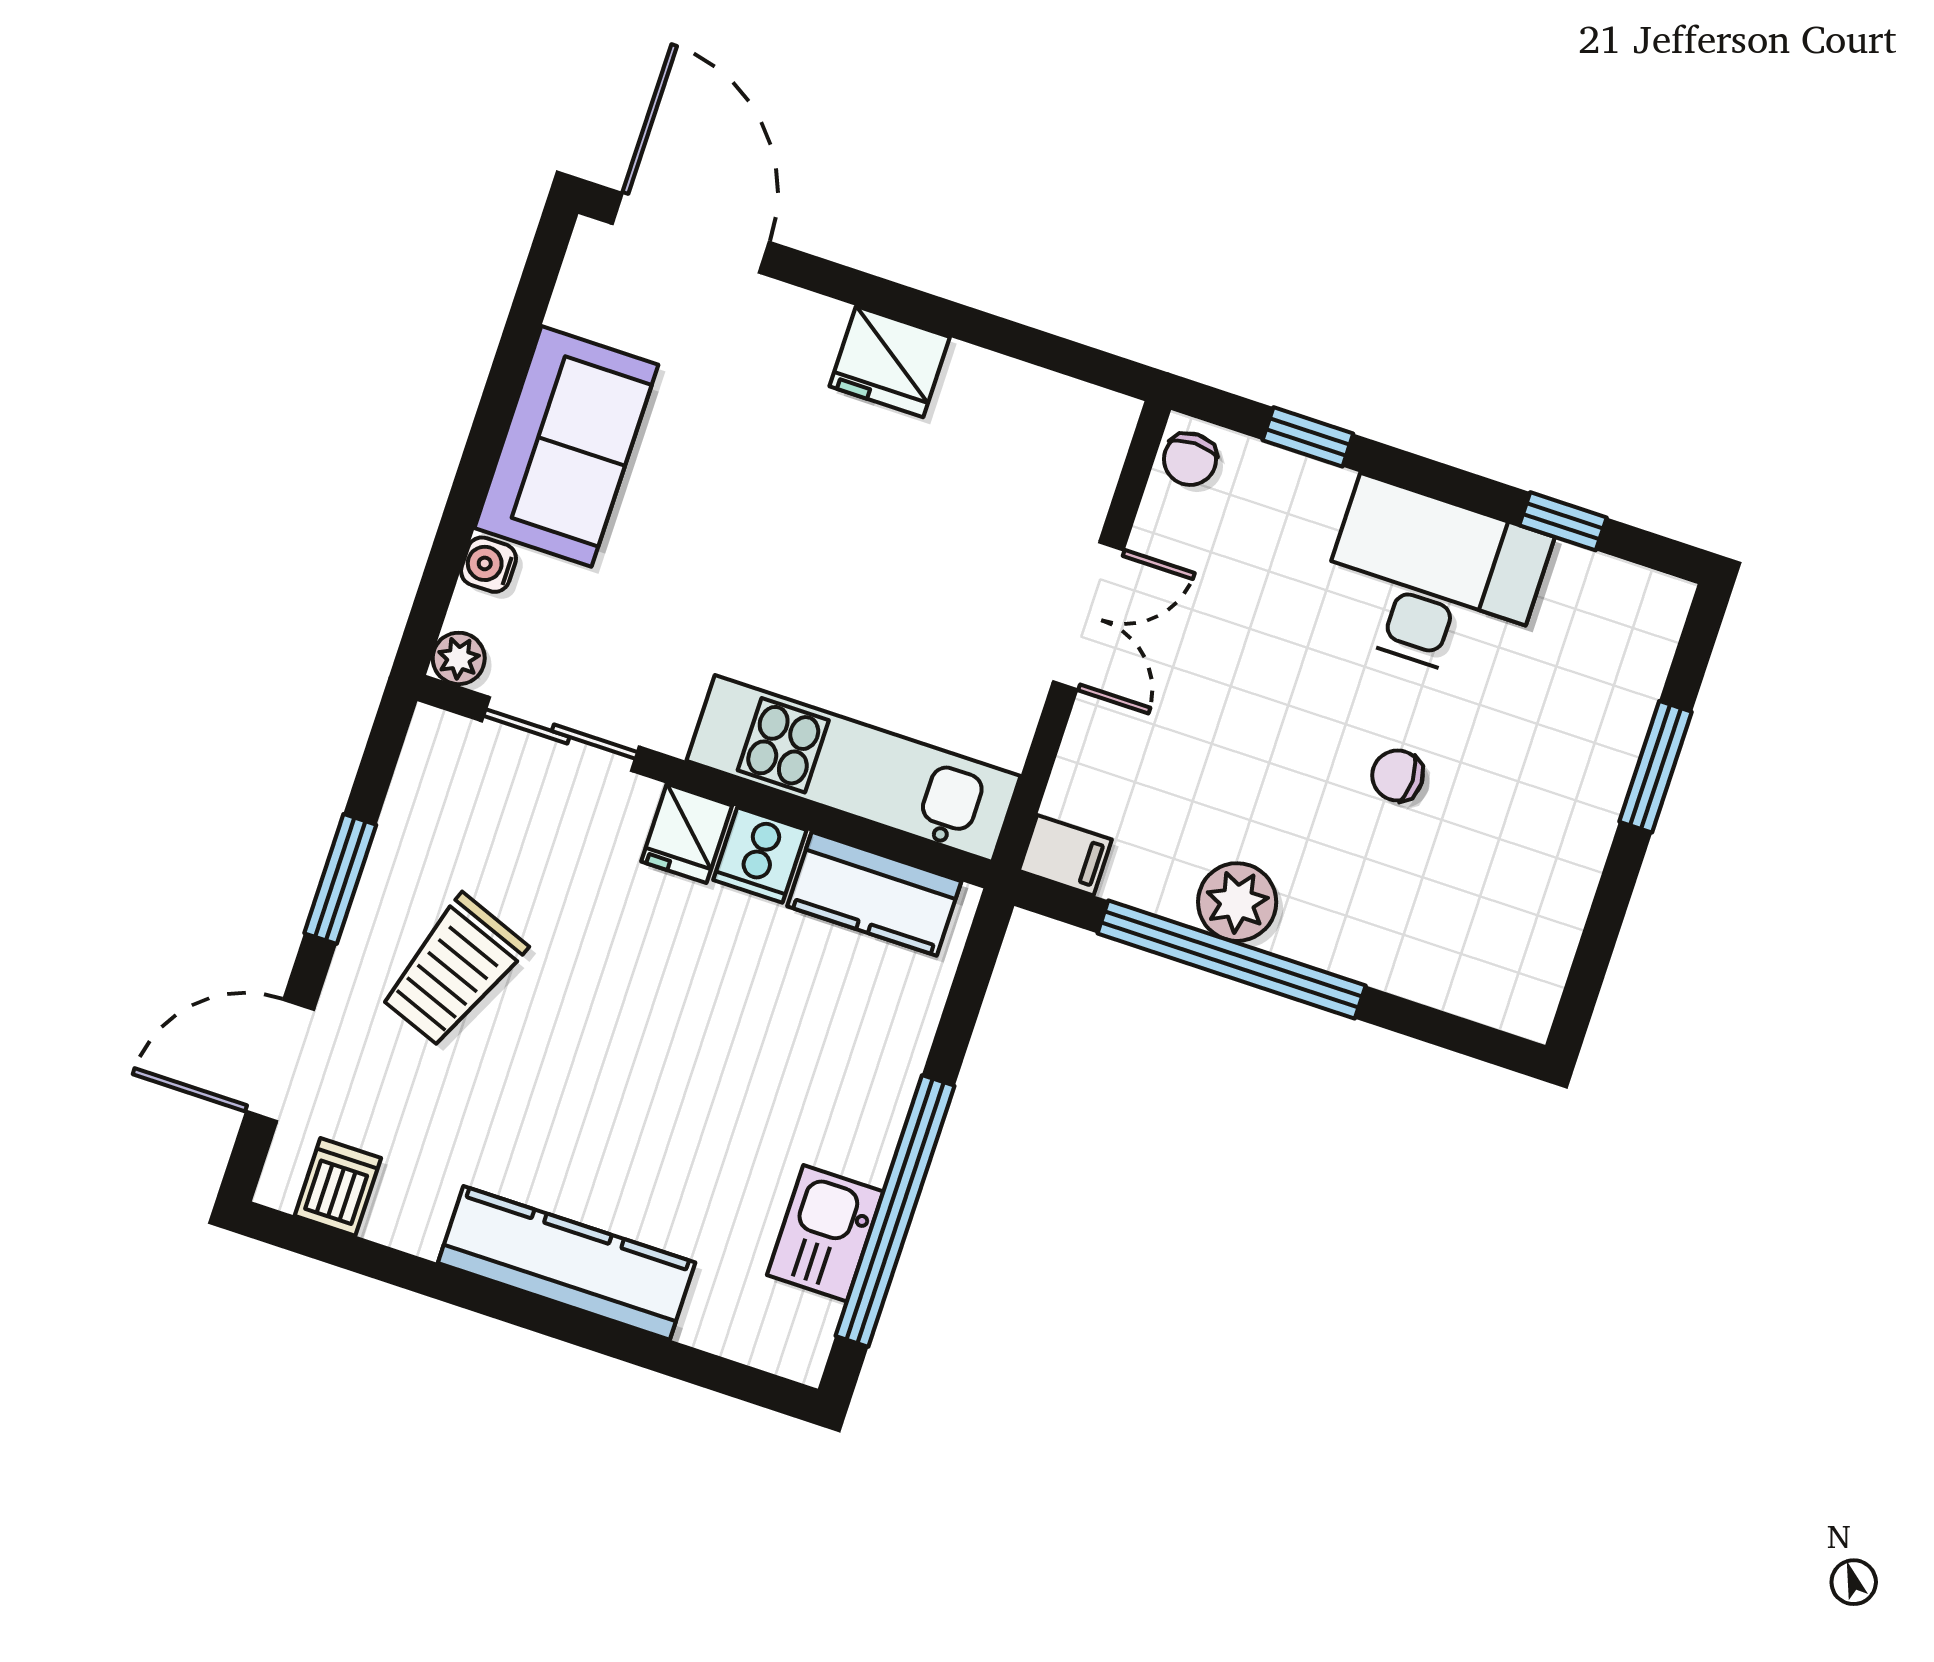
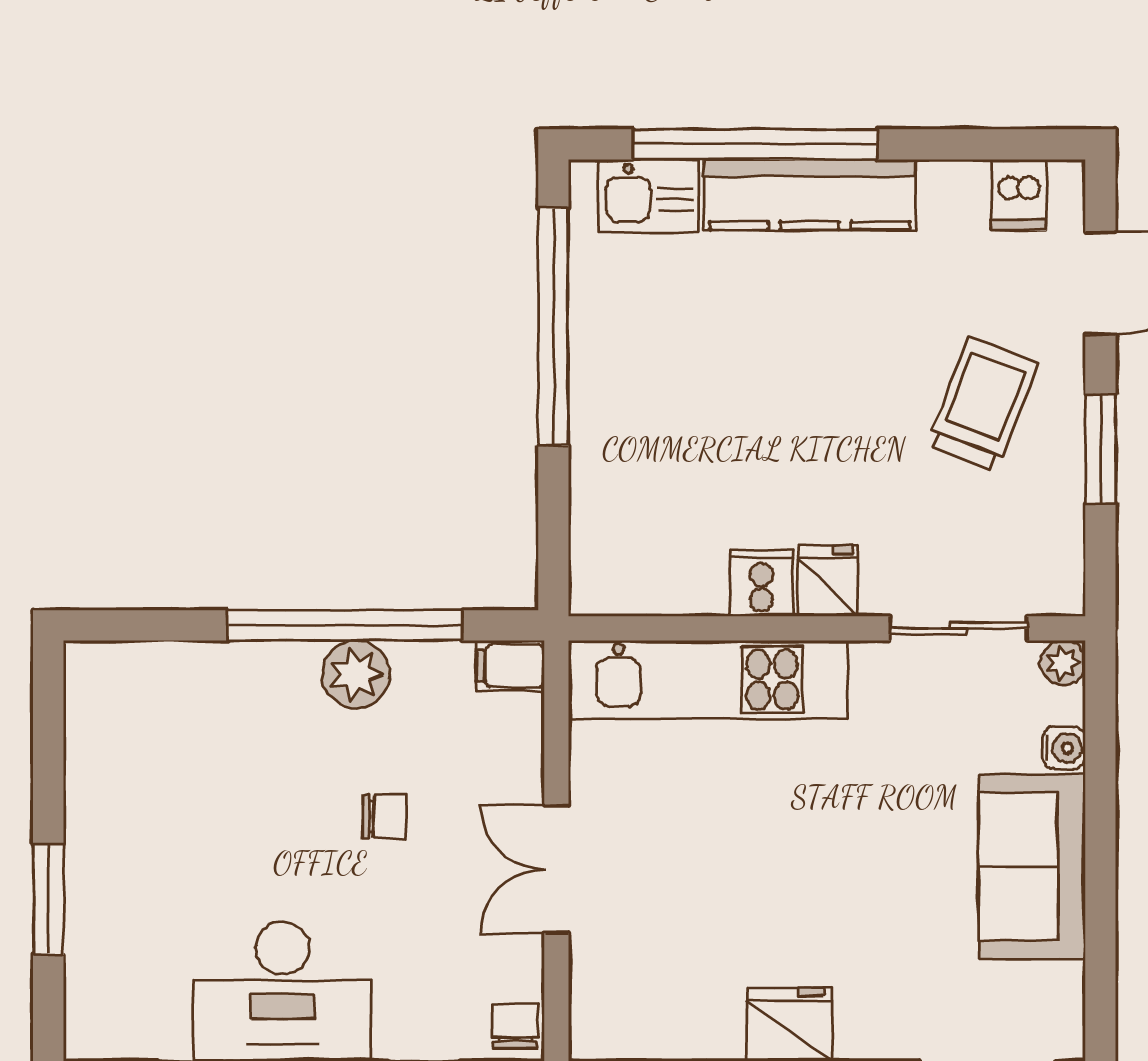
chair: (1398, 776) -> (385, 816), moved
kitchen counter: (874, 894) -> (657, 582), removed
kitchen sink: (825, 1233) -> (649, 196), moved, turned 90
window: (608, 1338) -> (755, 144), added

